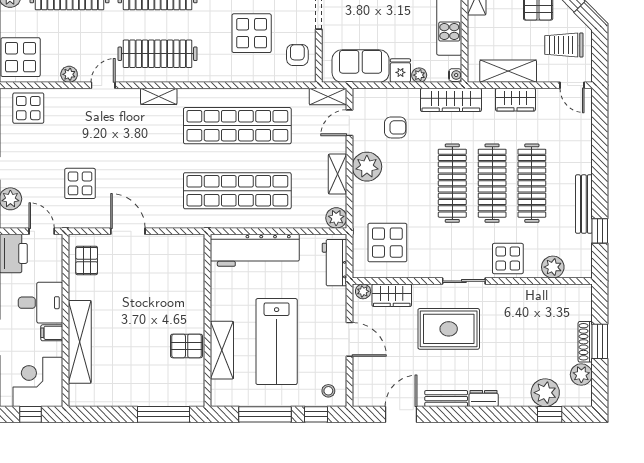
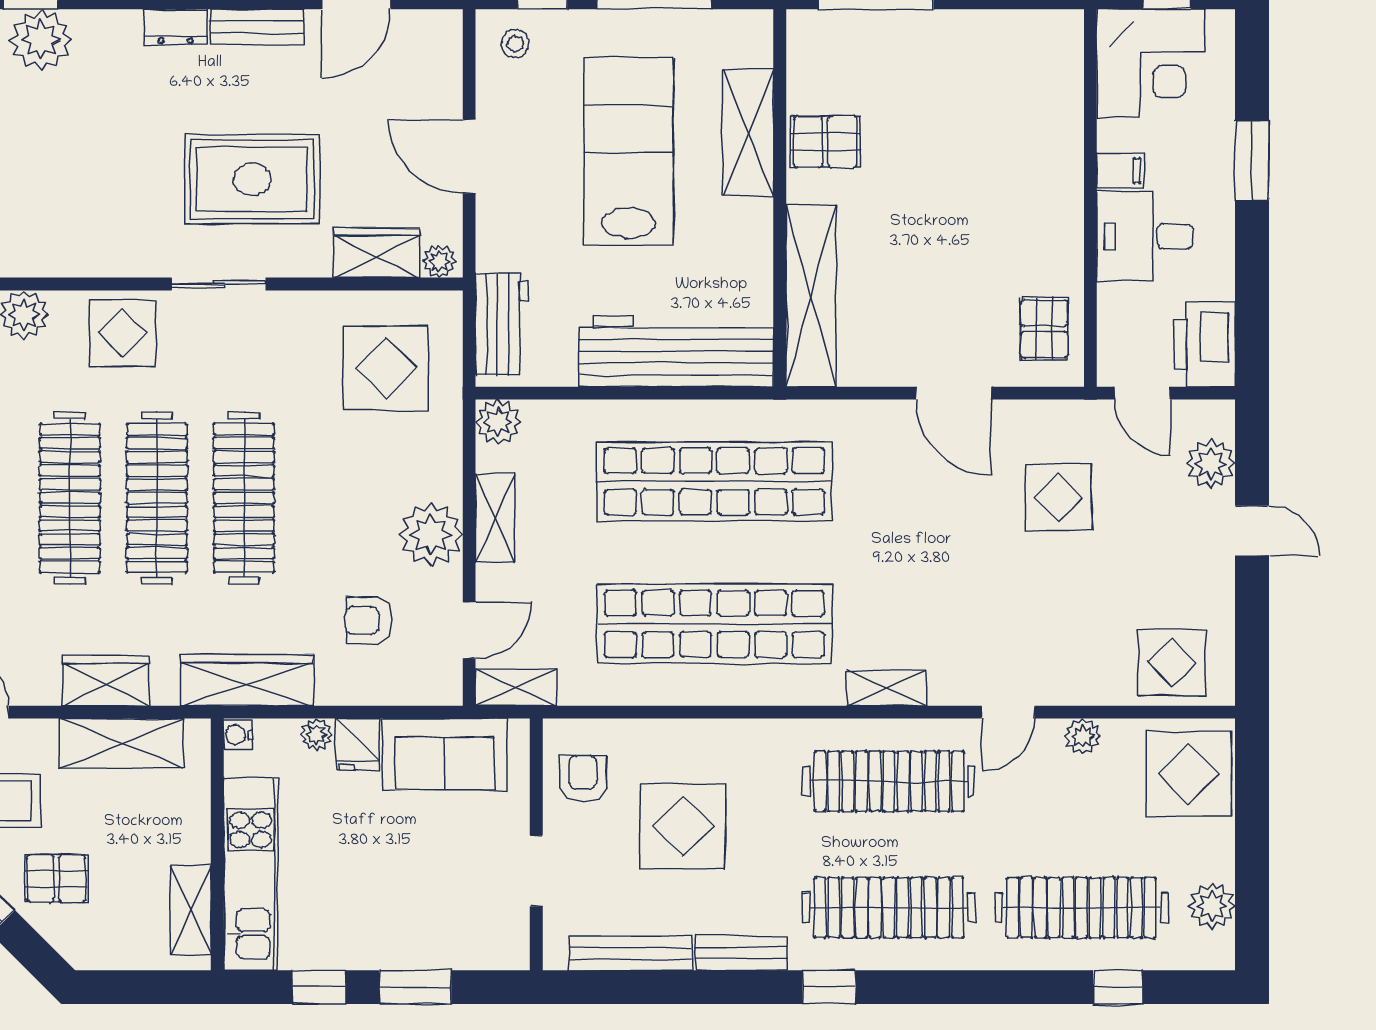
armchair: (297, 55) -> (583, 779), turned 180
shelving: (80, 342) -> (811, 296), moved

